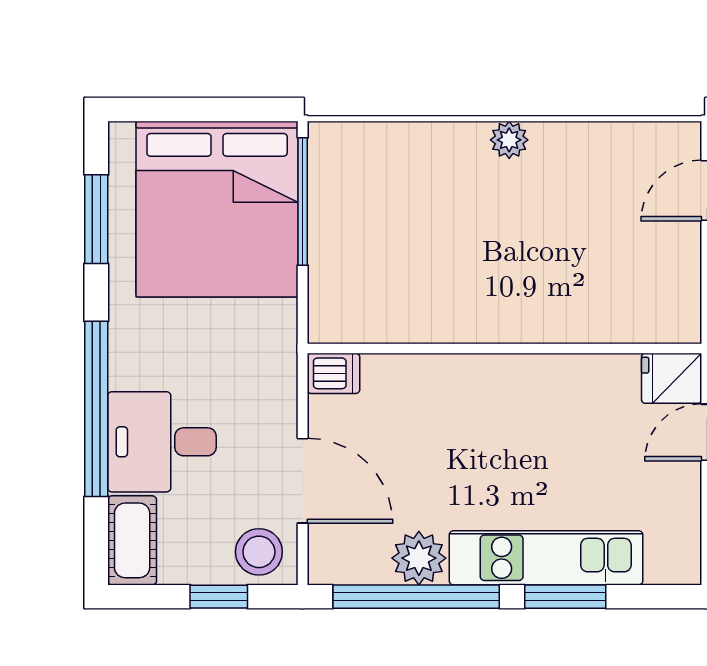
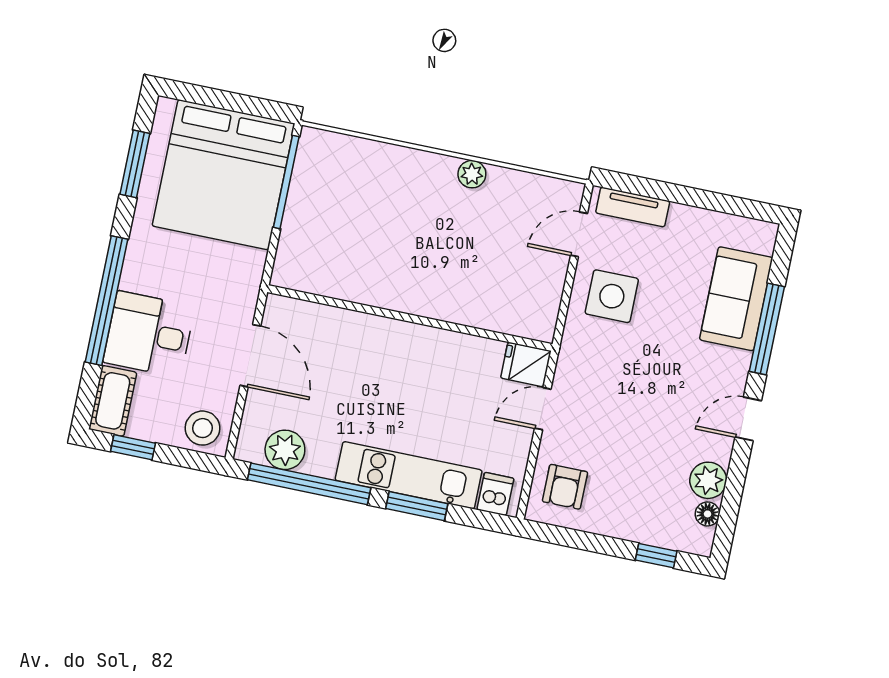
plant: (509, 140) -> (472, 174), moved
dishwasher: (333, 373) -> (495, 494), moved, turned -90
door: (303, 481) -> (250, 356), moved
plant: (419, 558) -> (285, 450), moved
window: (219, 597) -> (133, 447), moved

